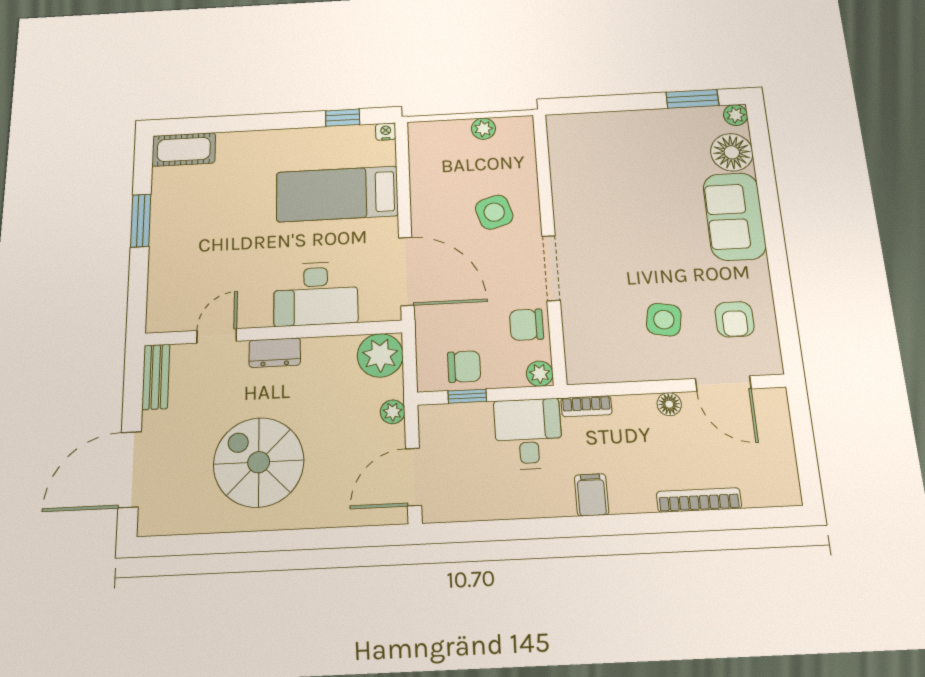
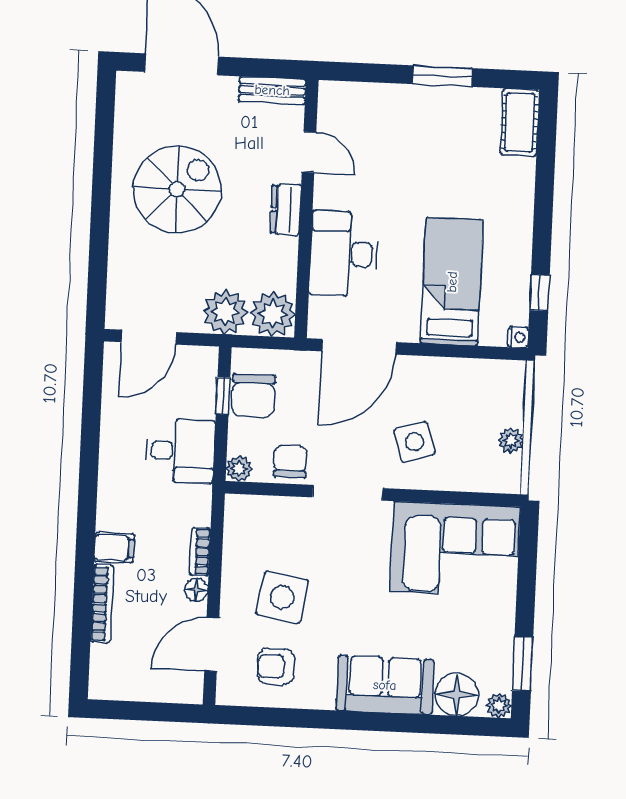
corner sofa: (593, 167) -> (455, 549), added
side table: (664, 320) -> (282, 597), width x1.37, depth x1.37
chair: (464, 367) -> (253, 396), width x1.37, depth x1.37
bookcase: (586, 406) -> (200, 552), moved
plant: (393, 412) -> (225, 312), width x1.87, depth x1.87
door: (414, 477) -> (149, 337), swing flipped
filing cabinet: (592, 495) -> (114, 548), moved

